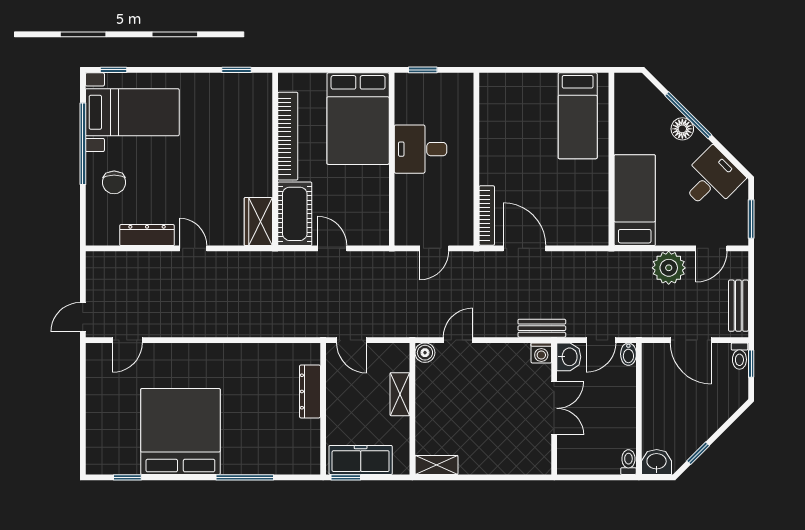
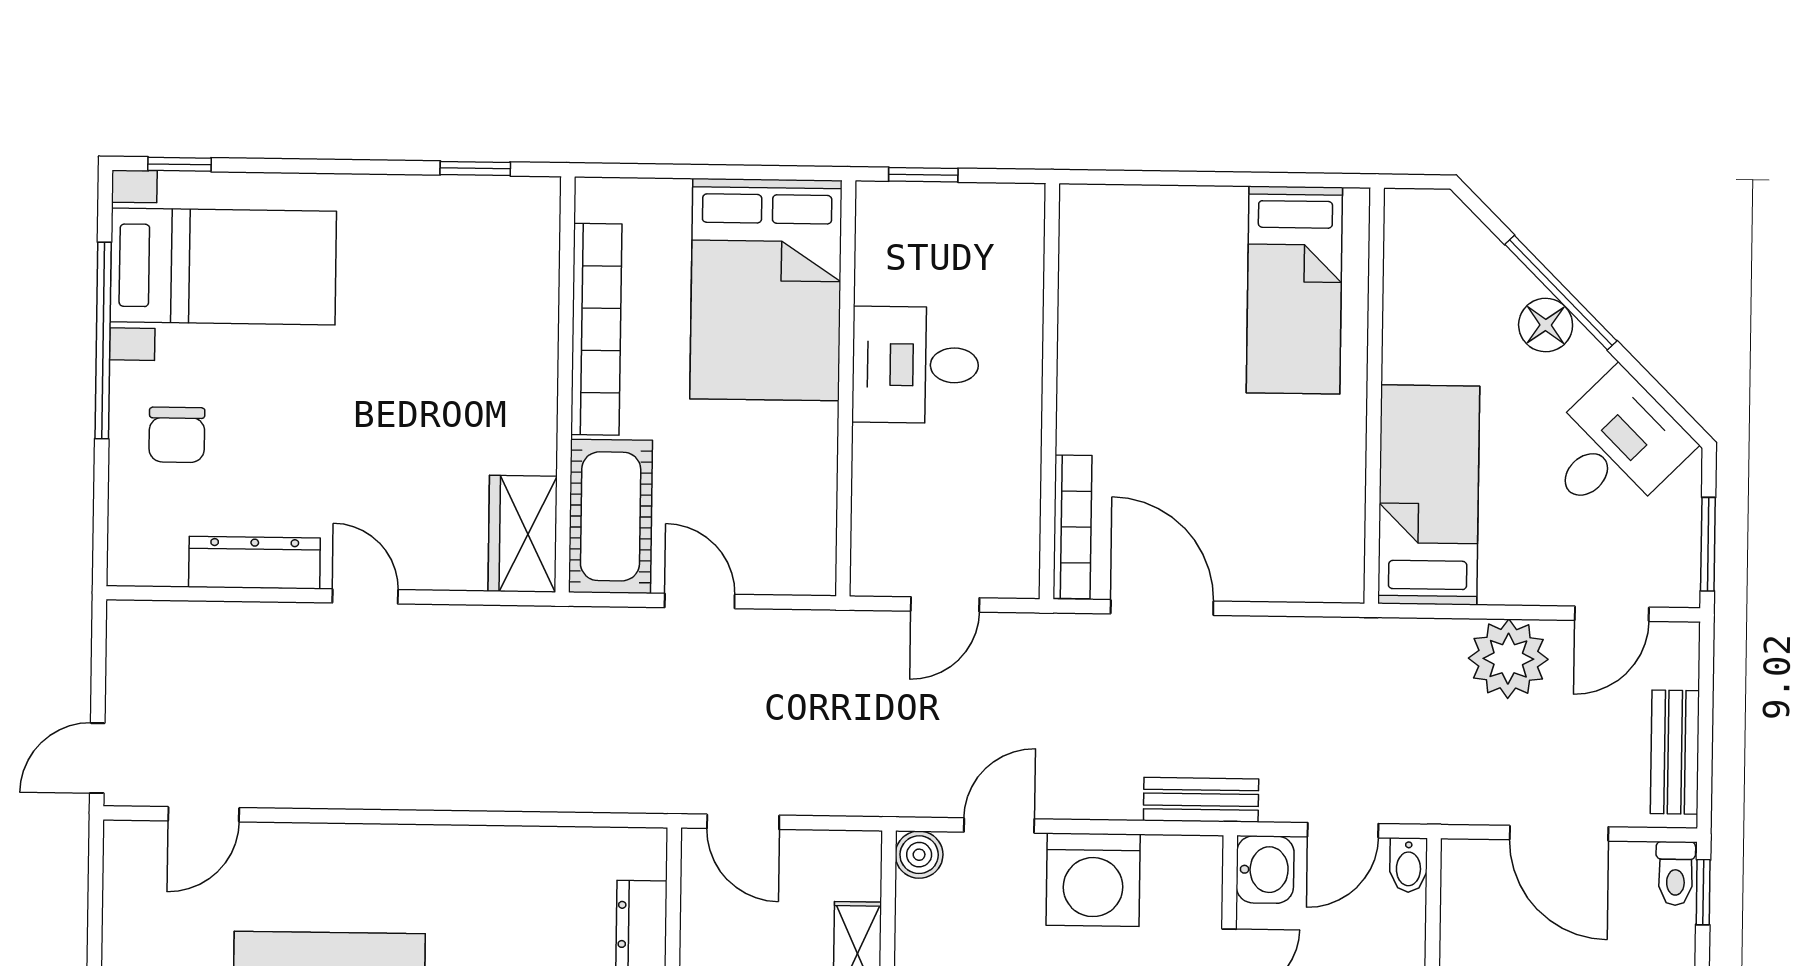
washing machine: (541, 353) -> (1093, 880), moved, width x1.89, depth x1.89

